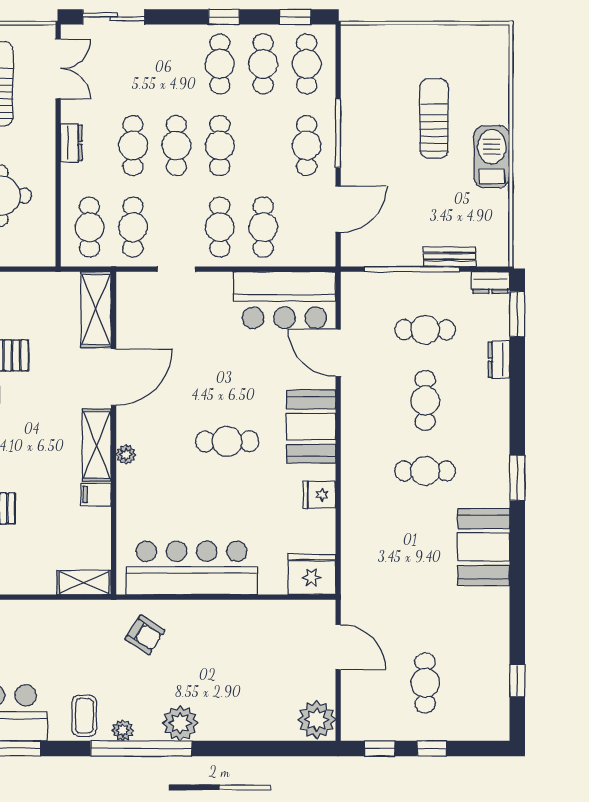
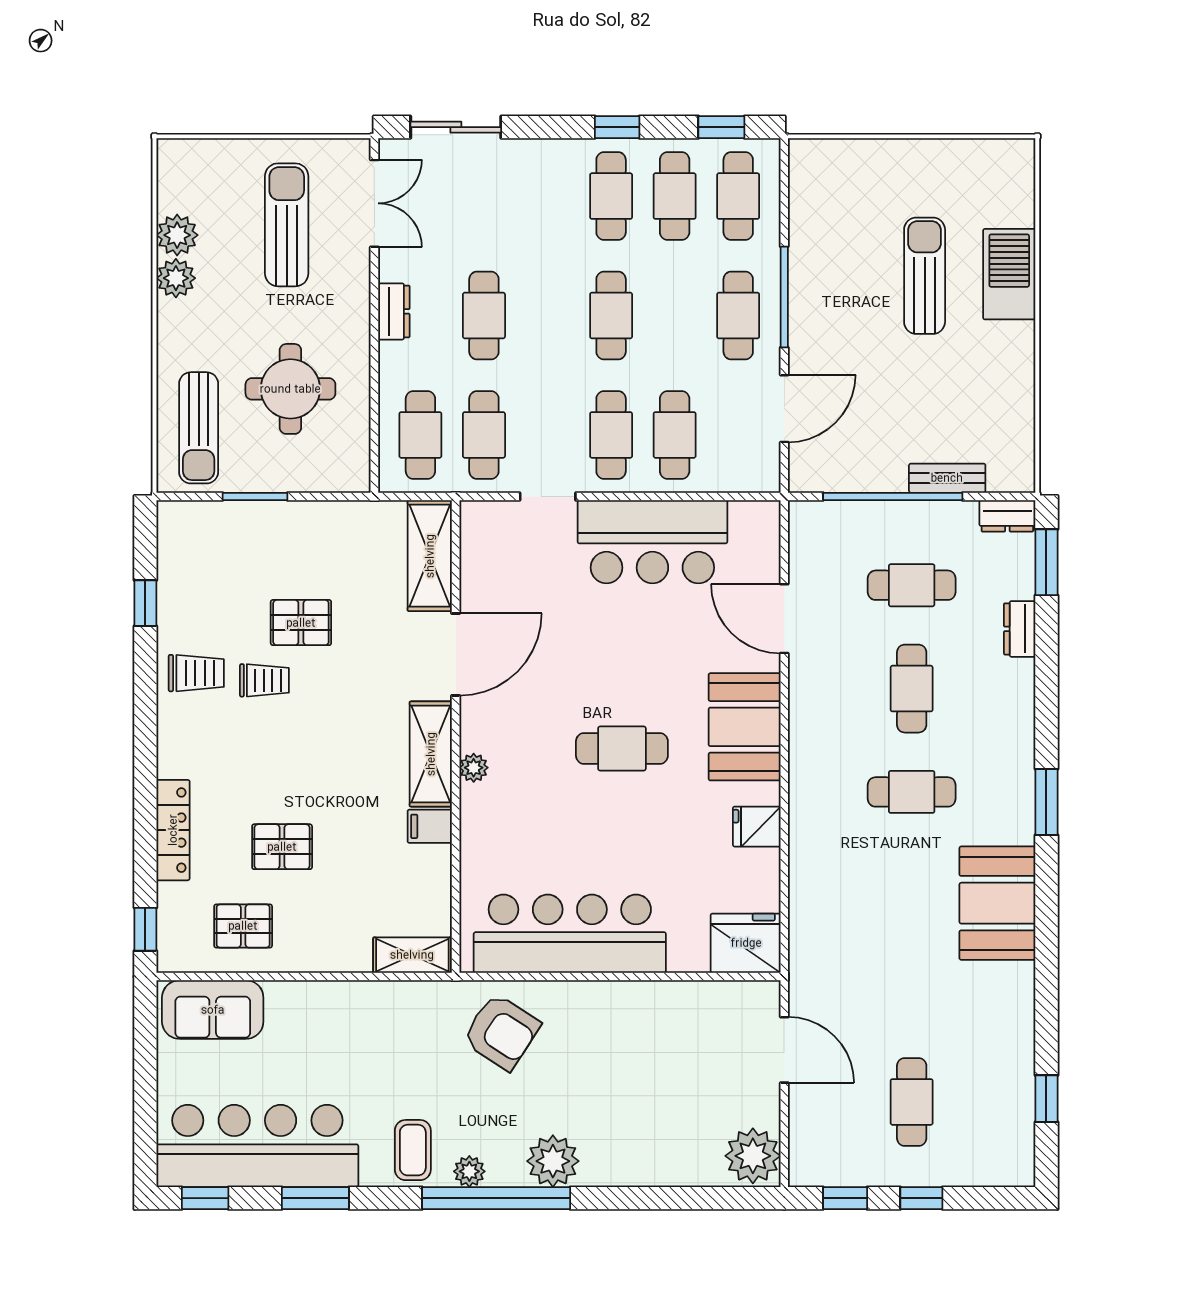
cafe table: (176, 146) -> (548, 315), removed
barbecue: (492, 157) -> (1009, 274), moved
bar counter: (284, 300) -> (652, 542), moved
armchair: (145, 635) -> (501, 1032), width x1.38, depth x1.38

